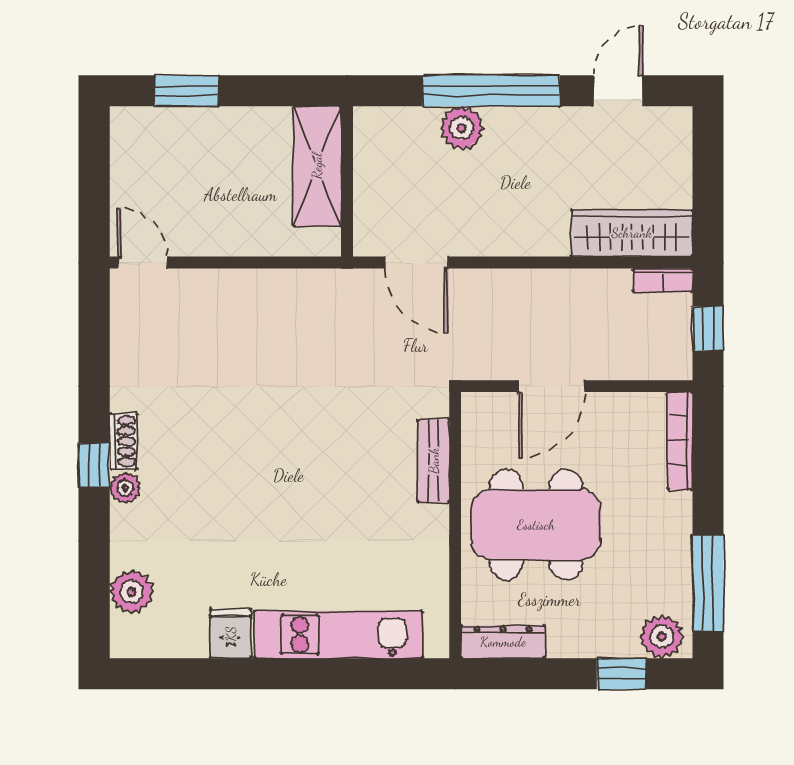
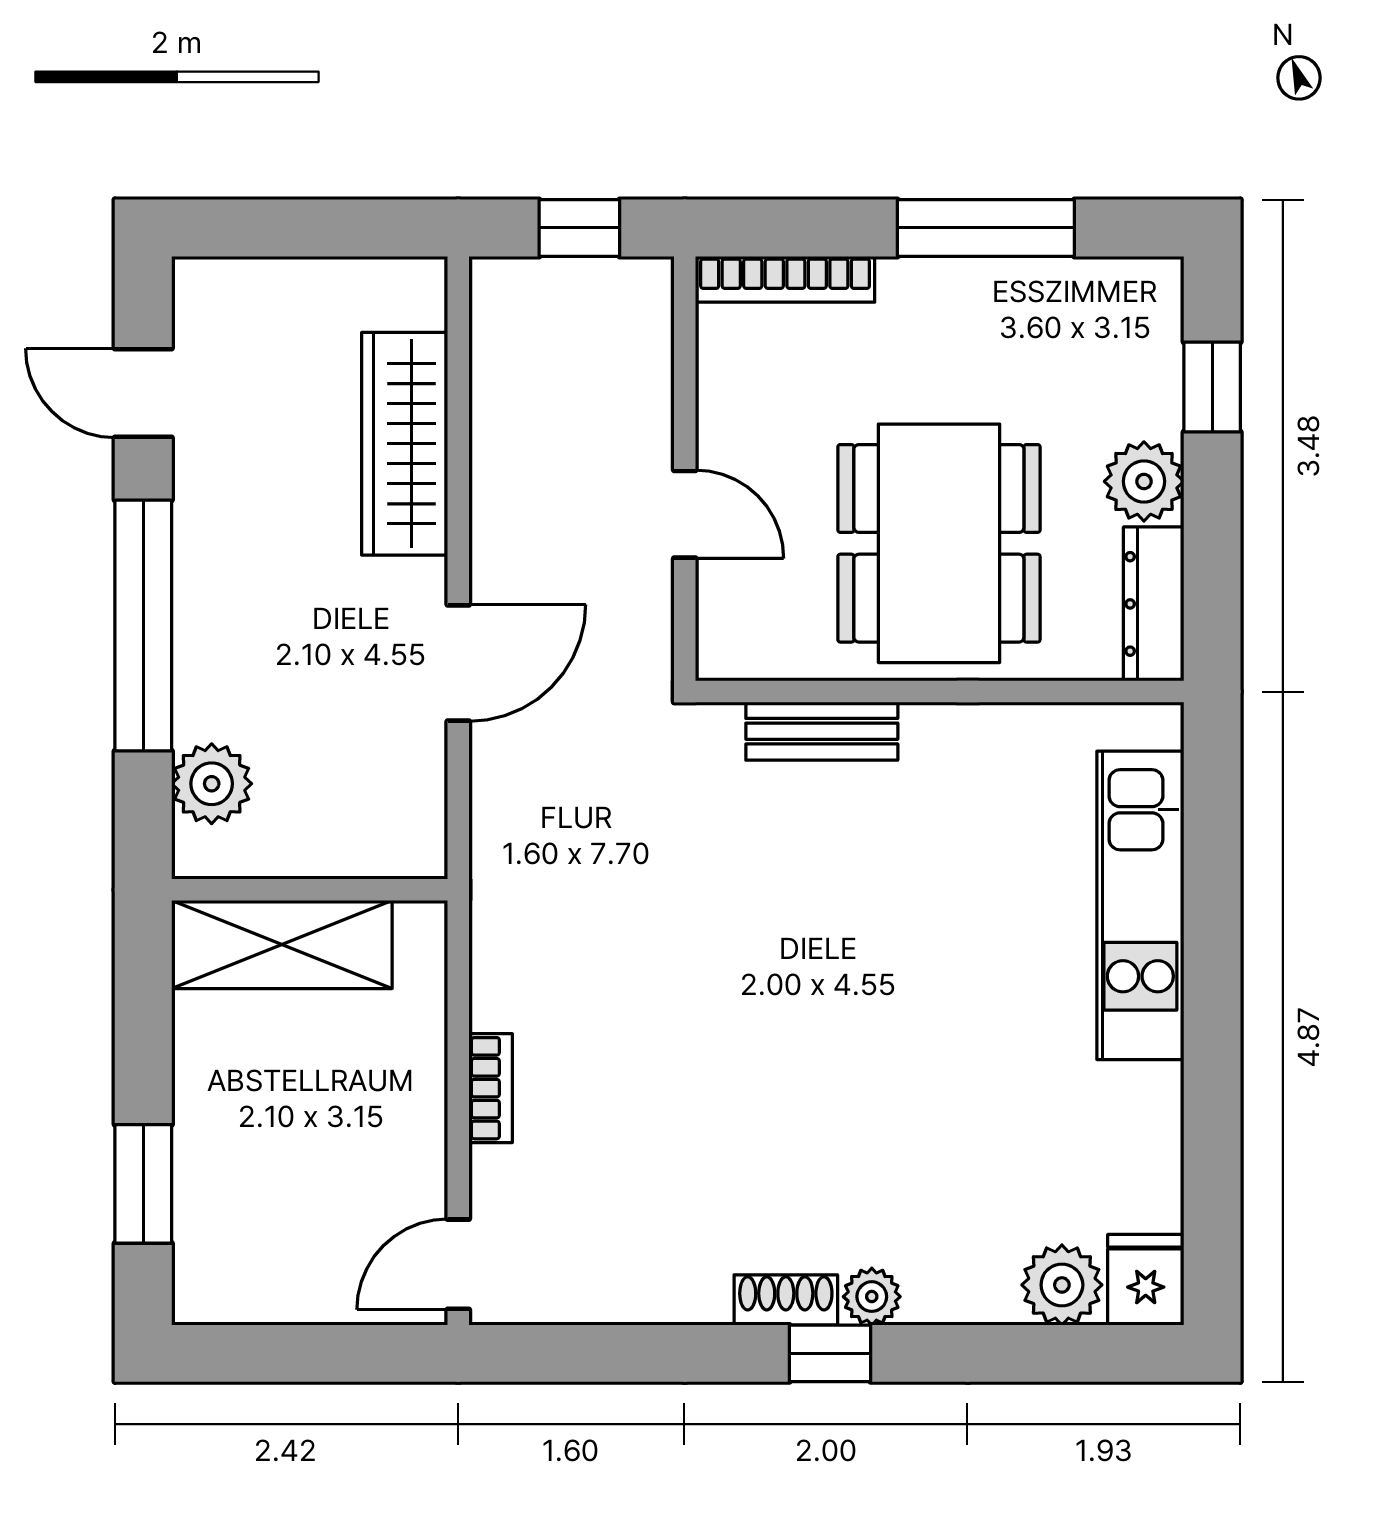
plant: (462, 128) -> (212, 784), moved
wardrobe: (632, 233) -> (405, 444), moved
door: (417, 263) -> (458, 663), moved
bookcase: (663, 280) -> (491, 1088), moved
door: (552, 386) -> (685, 514), width x0.73
window: (708, 583) -> (986, 228), moved
fridge: (231, 634) -> (1146, 1280), moved, turned 90
plant: (662, 637) -> (1144, 481), moved

